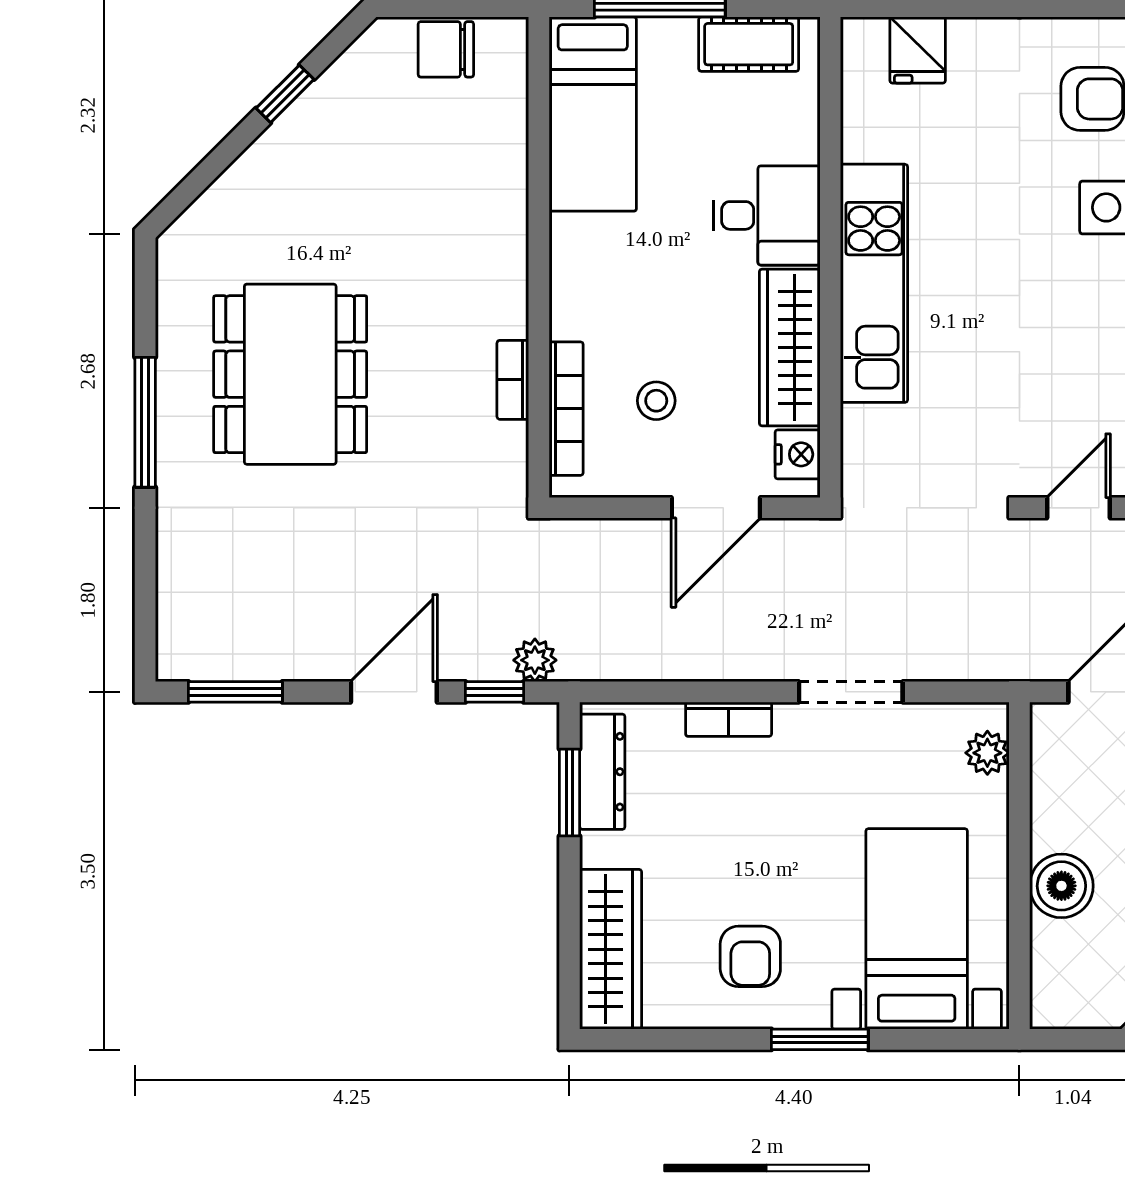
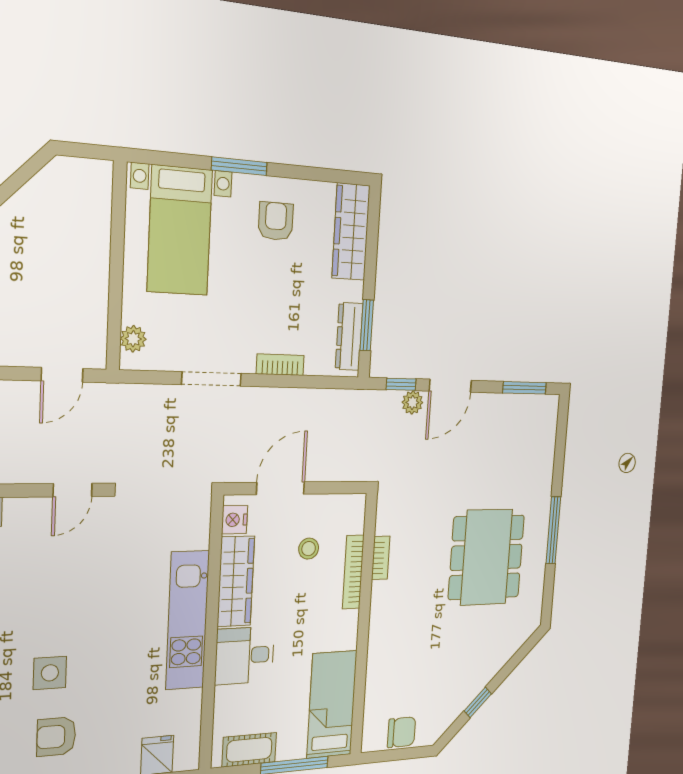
bookcase: (566, 409) -> (353, 572), moved
plant: (535, 660) -> (412, 402), moved
boiler: (1061, 886) -> (91, 252), removed

